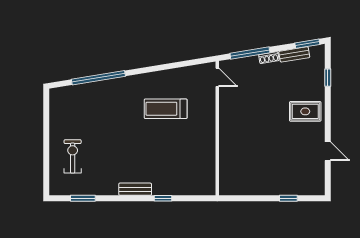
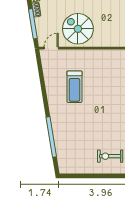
spiral stairs: (243, 113) -> (78, 29), added

